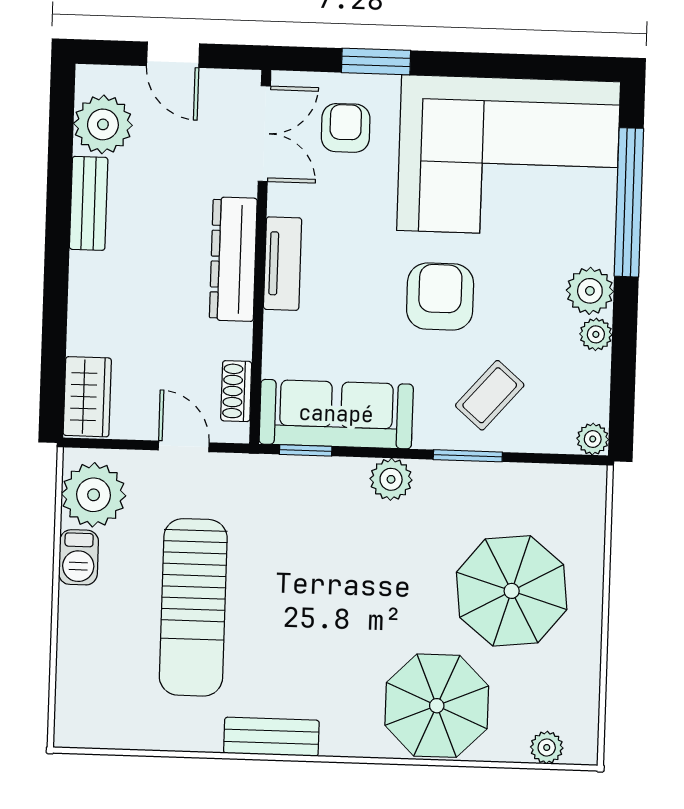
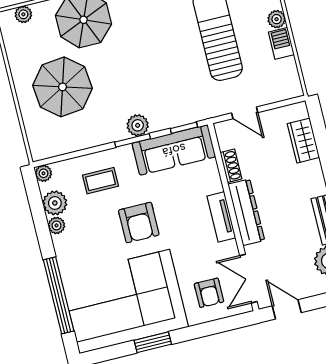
door: (173, 55) -> (287, 309), moved
window: (376, 61) -> (153, 342), moved
plant: (590, 291) -> (55, 203), moved
shoe rack: (236, 391) -> (231, 166), moved
coffee table: (490, 395) -> (101, 181), turned 49
wardrobe: (87, 397) -> (303, 141), moved
window: (468, 456) -> (132, 140), moved
plant: (94, 495) -> (277, 19), moved, width x0.53, depth x0.53

